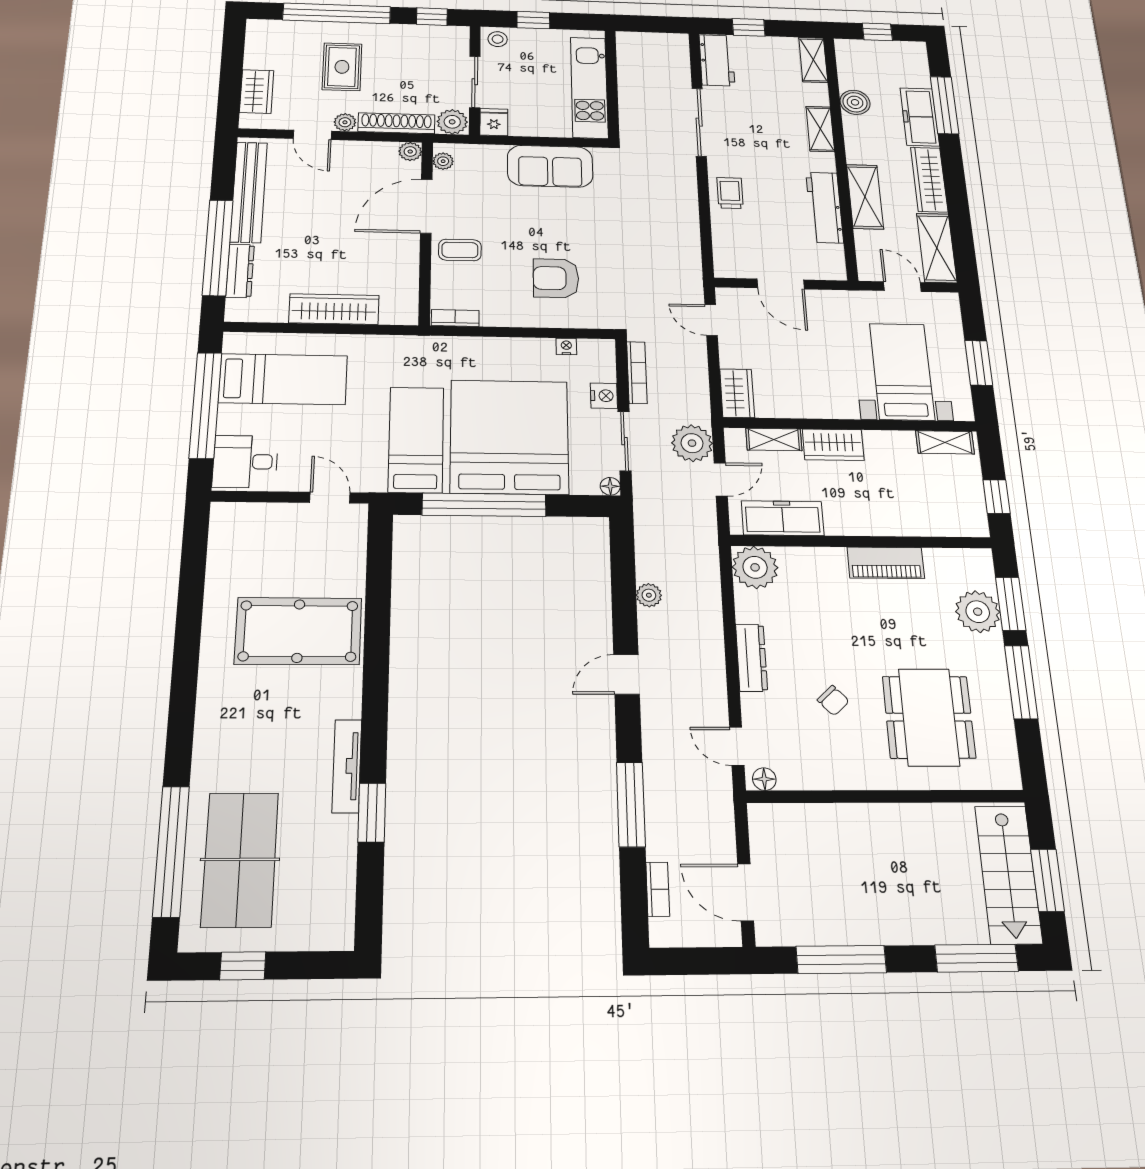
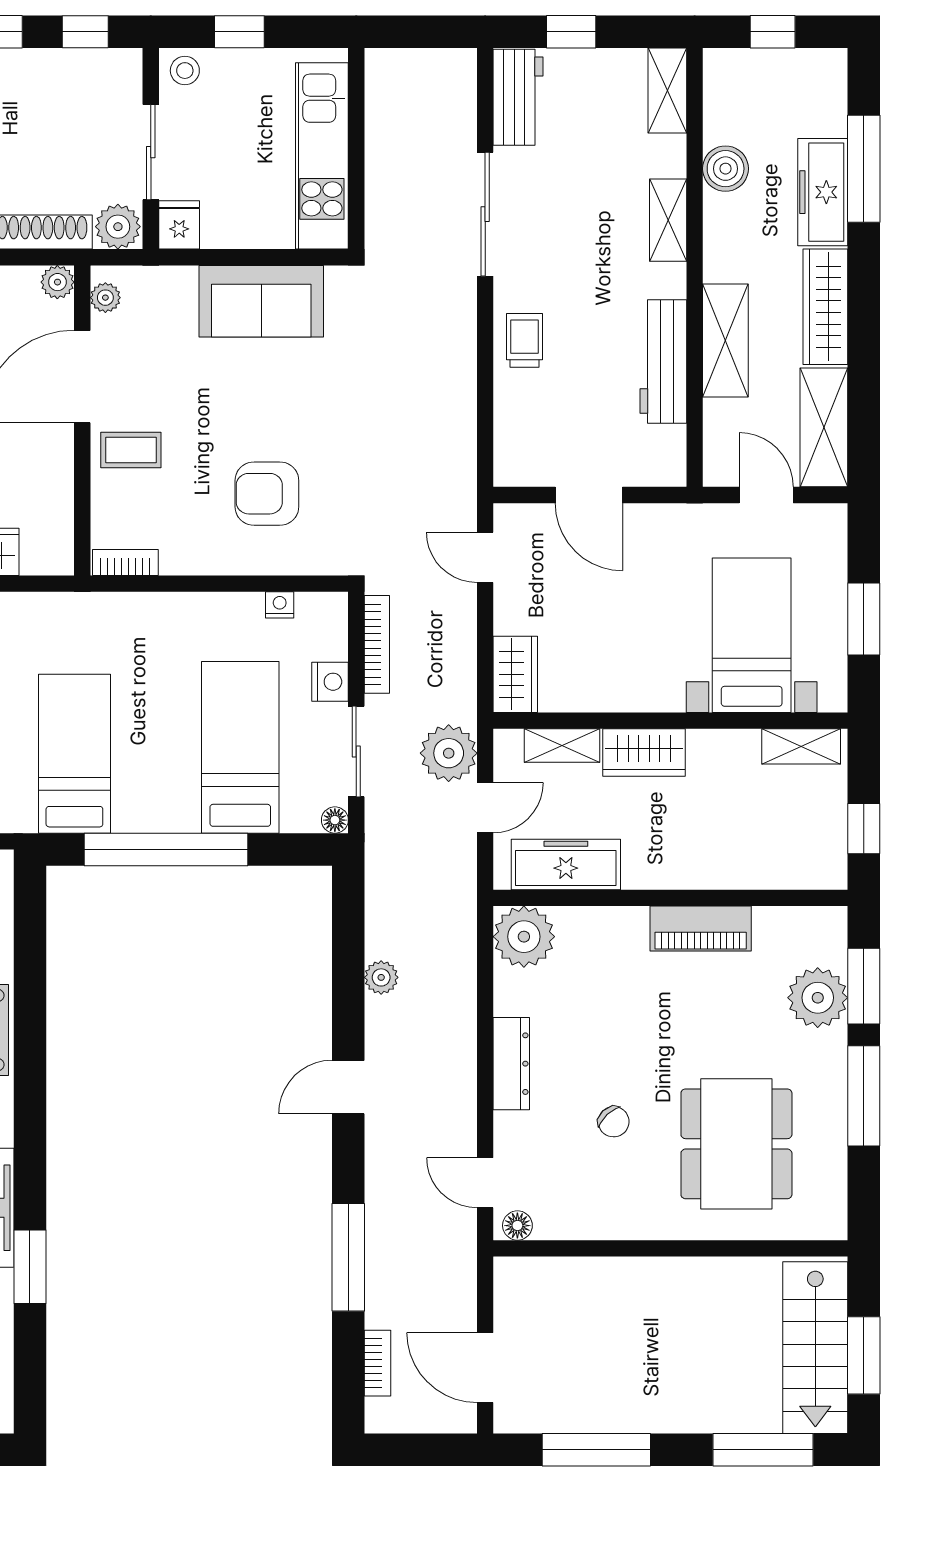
bed: (509, 437) -> (240, 747), width x0.49

